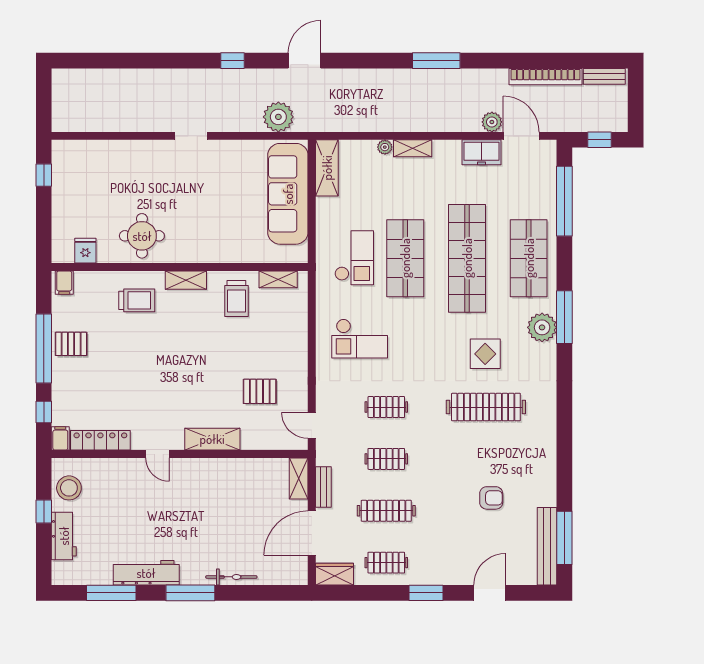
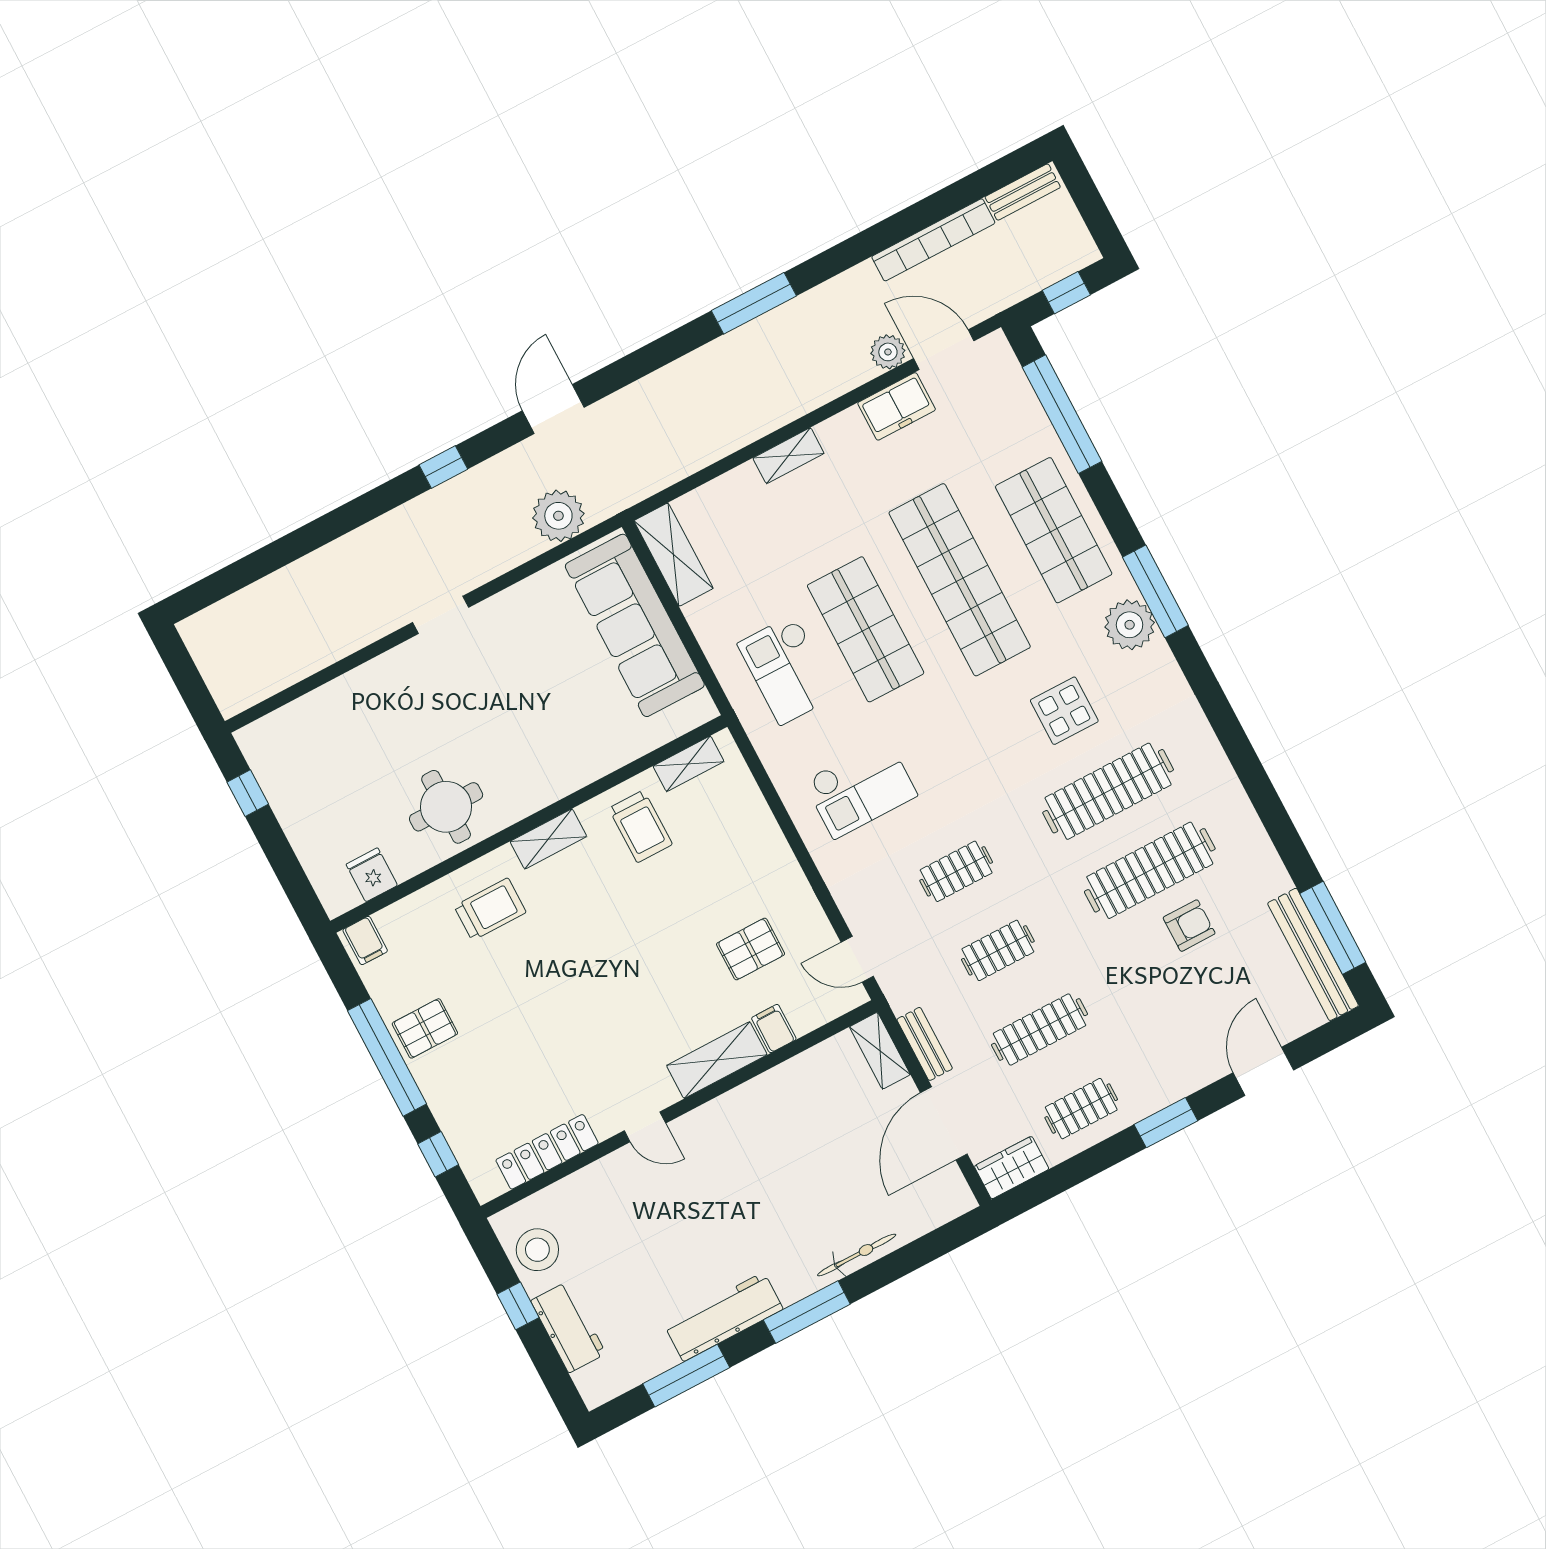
plant: (385, 147) -> (745, 476), removed
checkout: (354, 258) -> (787, 670), turned 180
filing cabinet: (60, 438) -> (774, 1029), moved
clothes rail: (486, 459) -> (1150, 870), added

